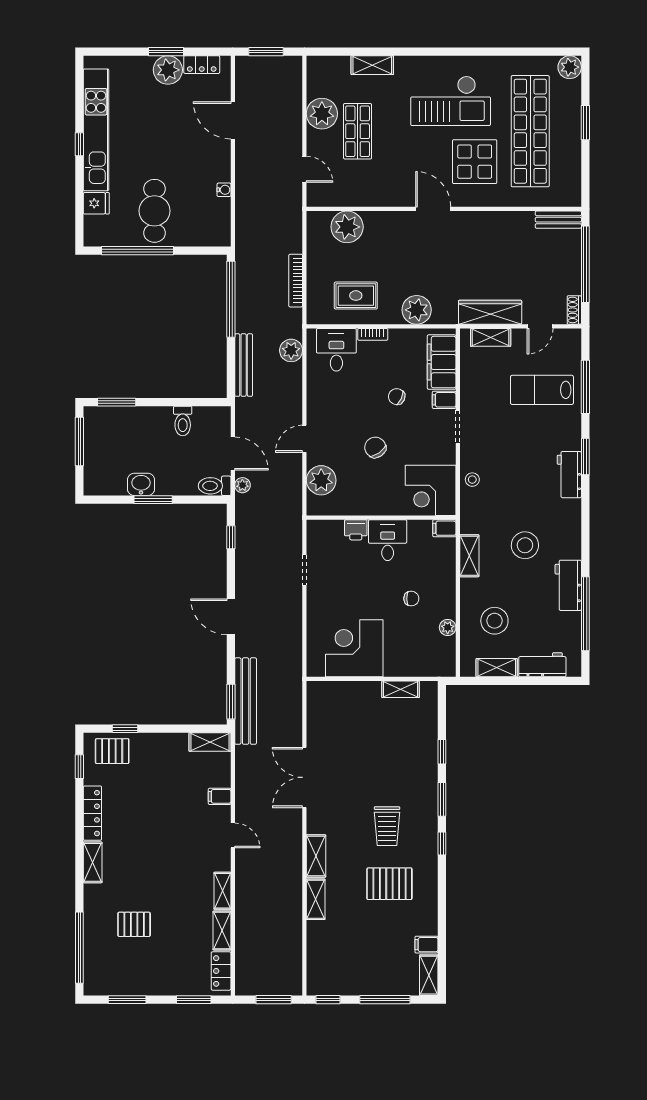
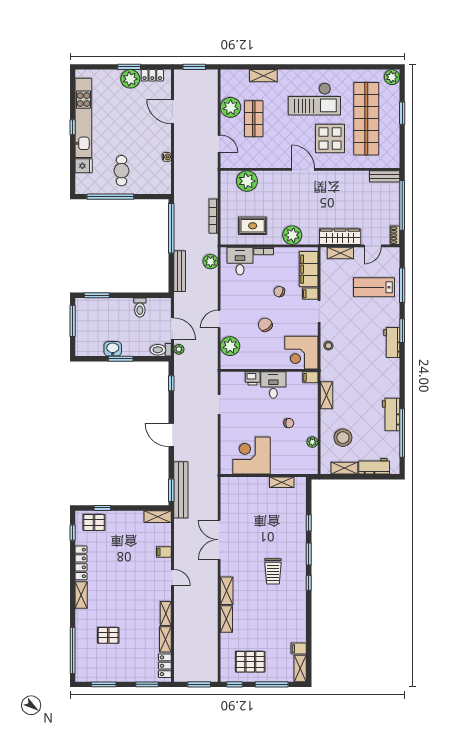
cafe table: (154, 211) -> (122, 171), width x0.73, depth x0.74
stool: (525, 545) -> (363, 388), removed
pallet: (389, 884) -> (250, 662), moved

